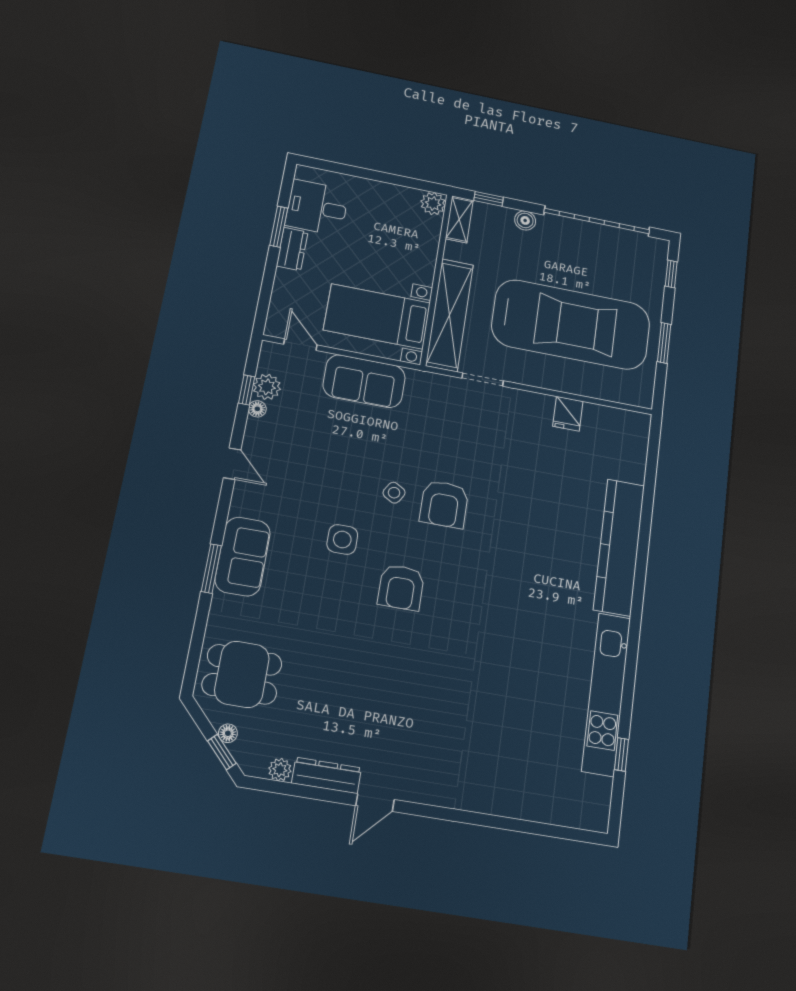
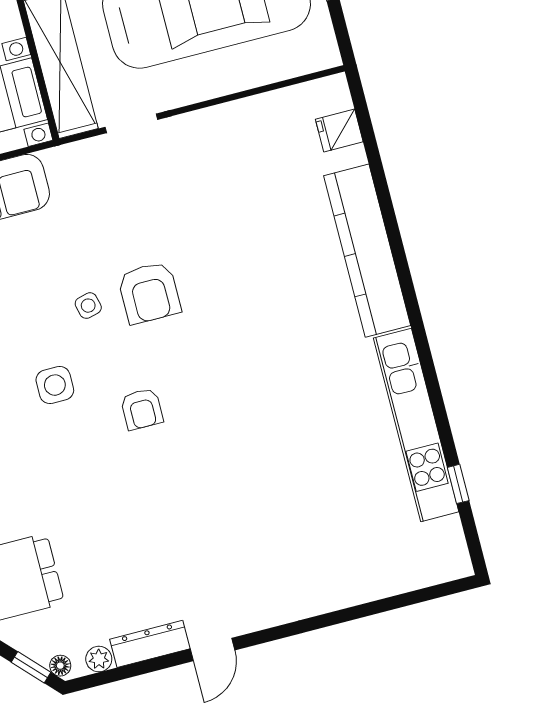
fridge: (568, 414) -> (339, 131), moved, turned 90
side table: (394, 493) -> (88, 306), turned 45
armchair: (401, 587) -> (142, 409), width x0.72, depth x0.72
floor lamp: (228, 733) -> (60, 666), moved

